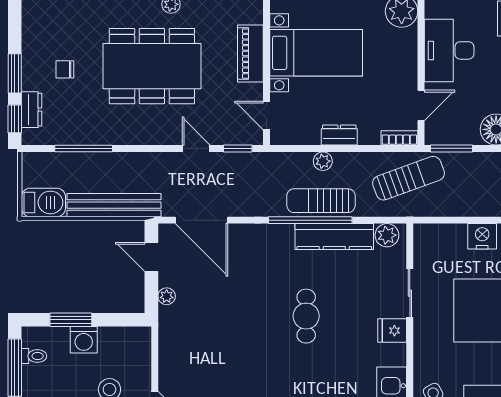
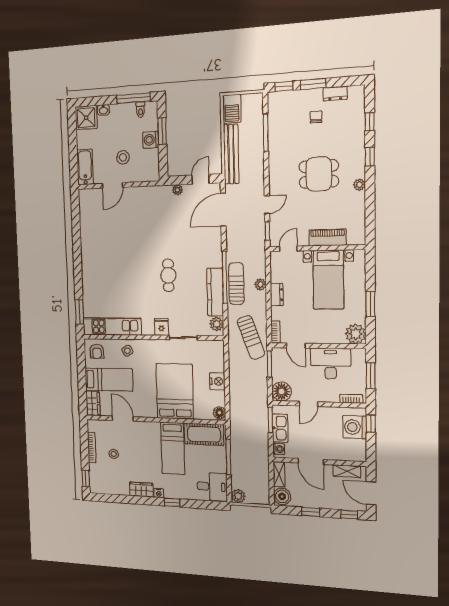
dining table: (152, 66) -> (319, 174), width x0.53, depth x0.80
dresser: (32, 110) -> (335, 94), moved
cafe table: (306, 316) -> (168, 275), turned 90

